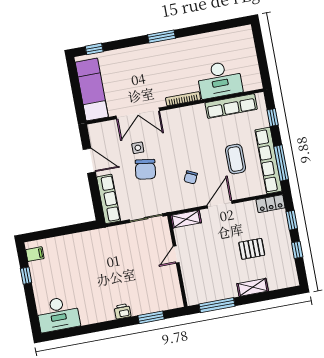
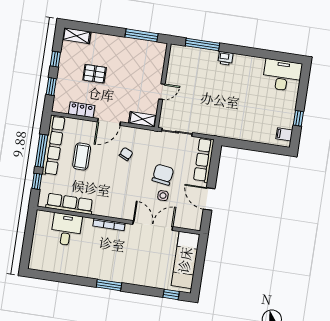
desk: (220, 80) -> (66, 229), width x0.73
window: (281, 163) -> (41, 151), moved
locker: (271, 204) -> (82, 110), moved
shelving: (253, 287) -> (77, 36), moved
window: (151, 317) -> (202, 45), width x1.44

